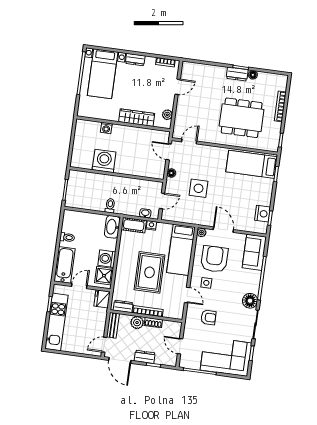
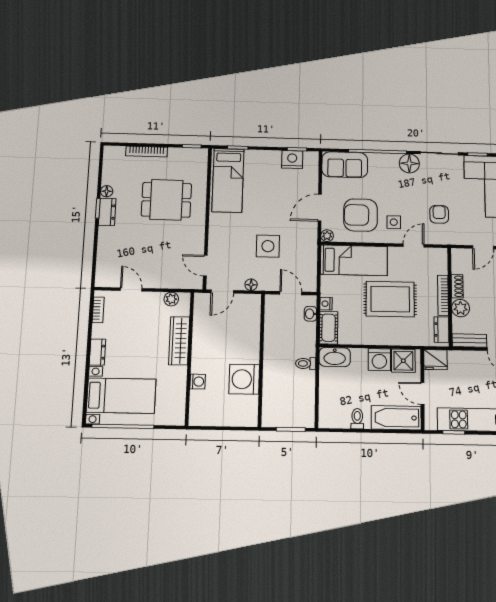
dining table: (242, 118) -> (166, 200), width x0.73

